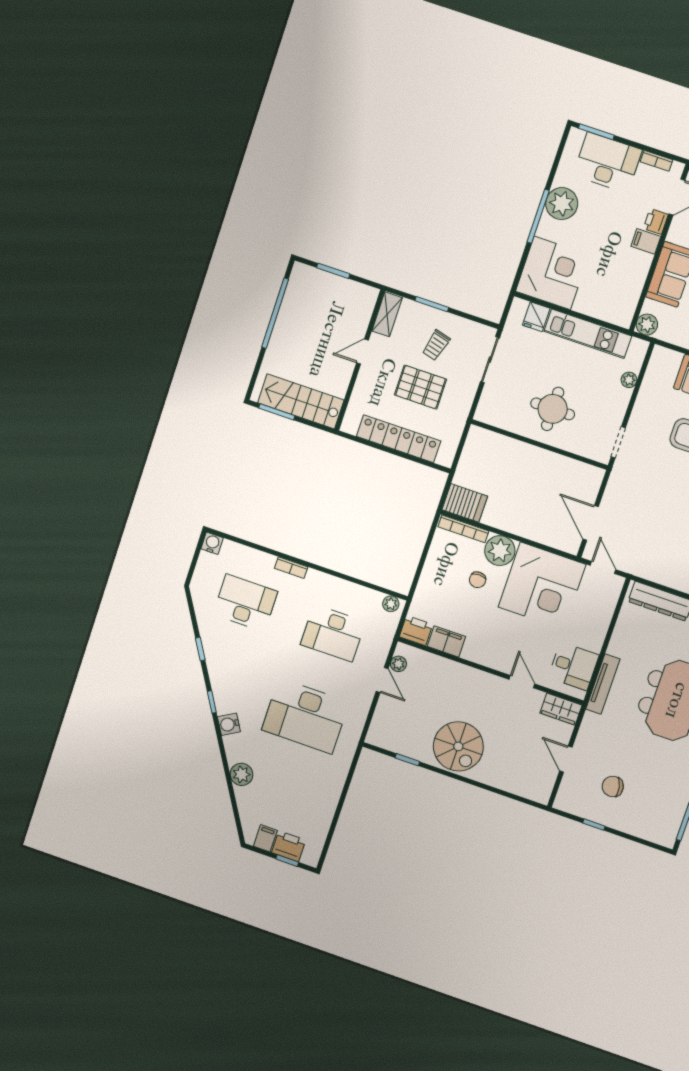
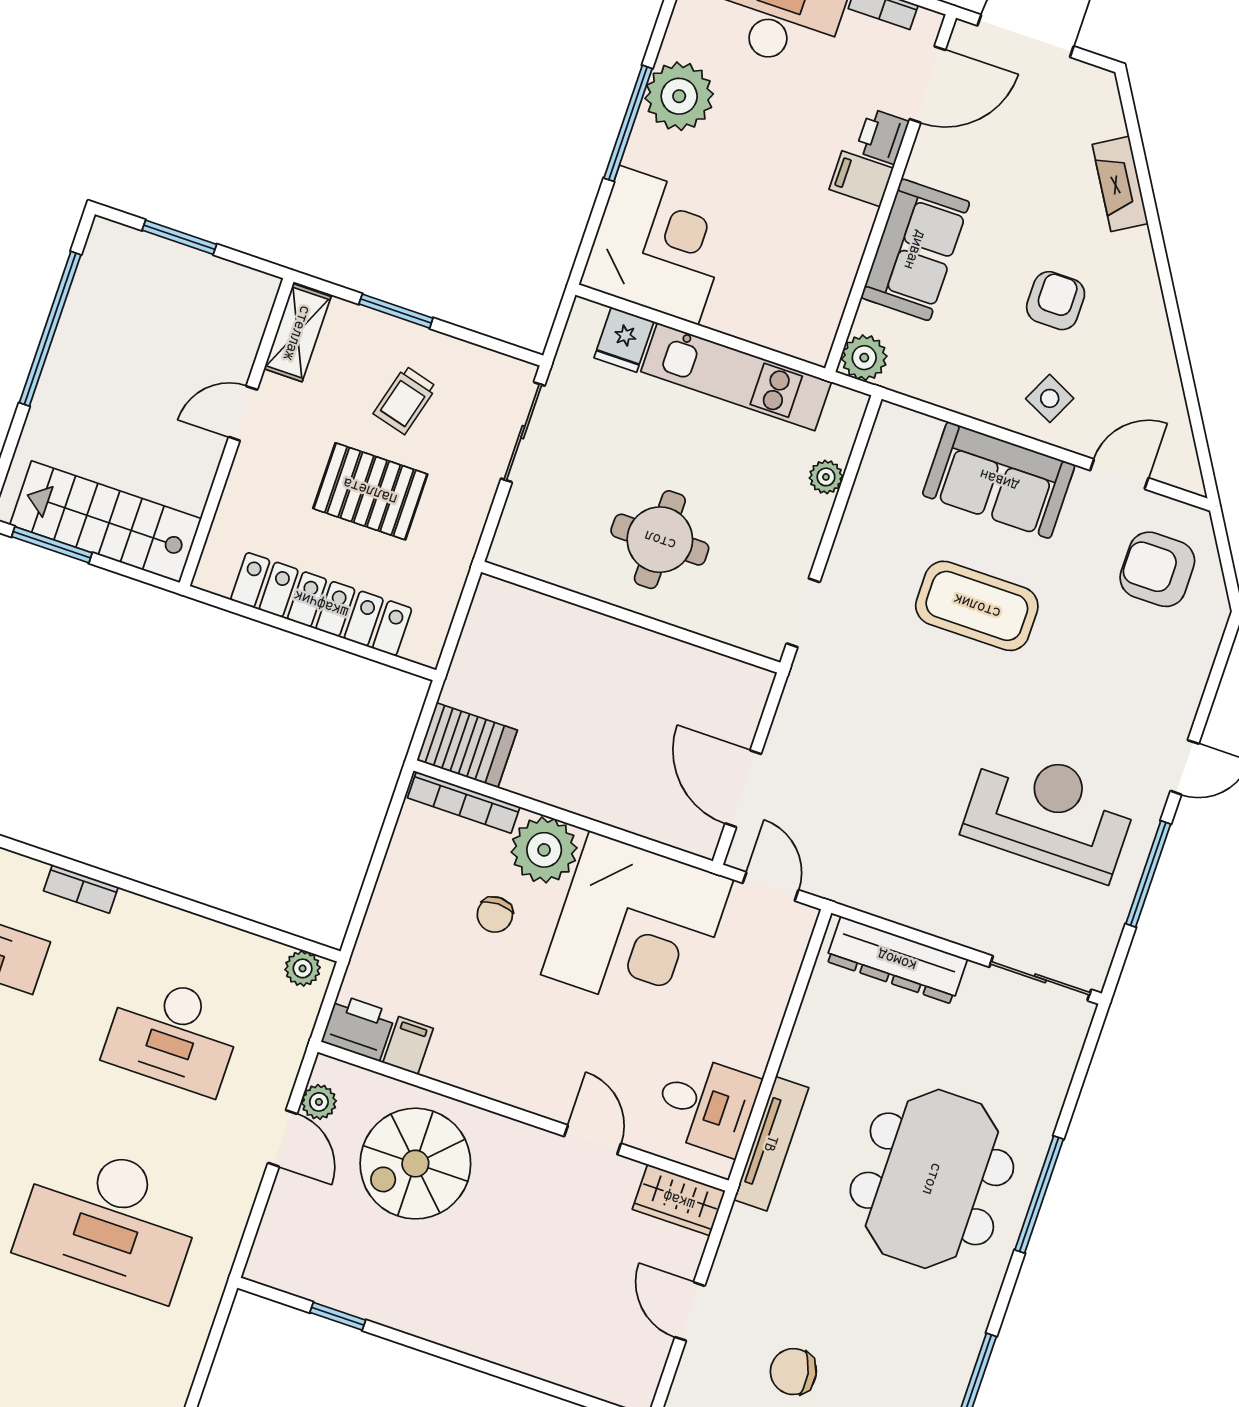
filing cabinet: (446, 641) -> (408, 1046), width x0.50
spiral stairs: (458, 746) -> (415, 1164), moved, turned 90

